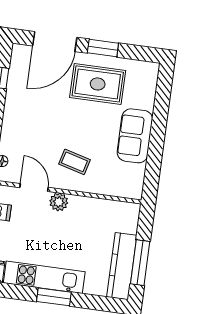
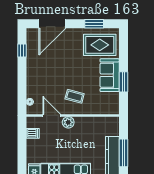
window: (103, 48) -> (94, 24), moved
rug: (98, 84) -> (100, 45), moved
window: (155, 149) -> (123, 82), added

